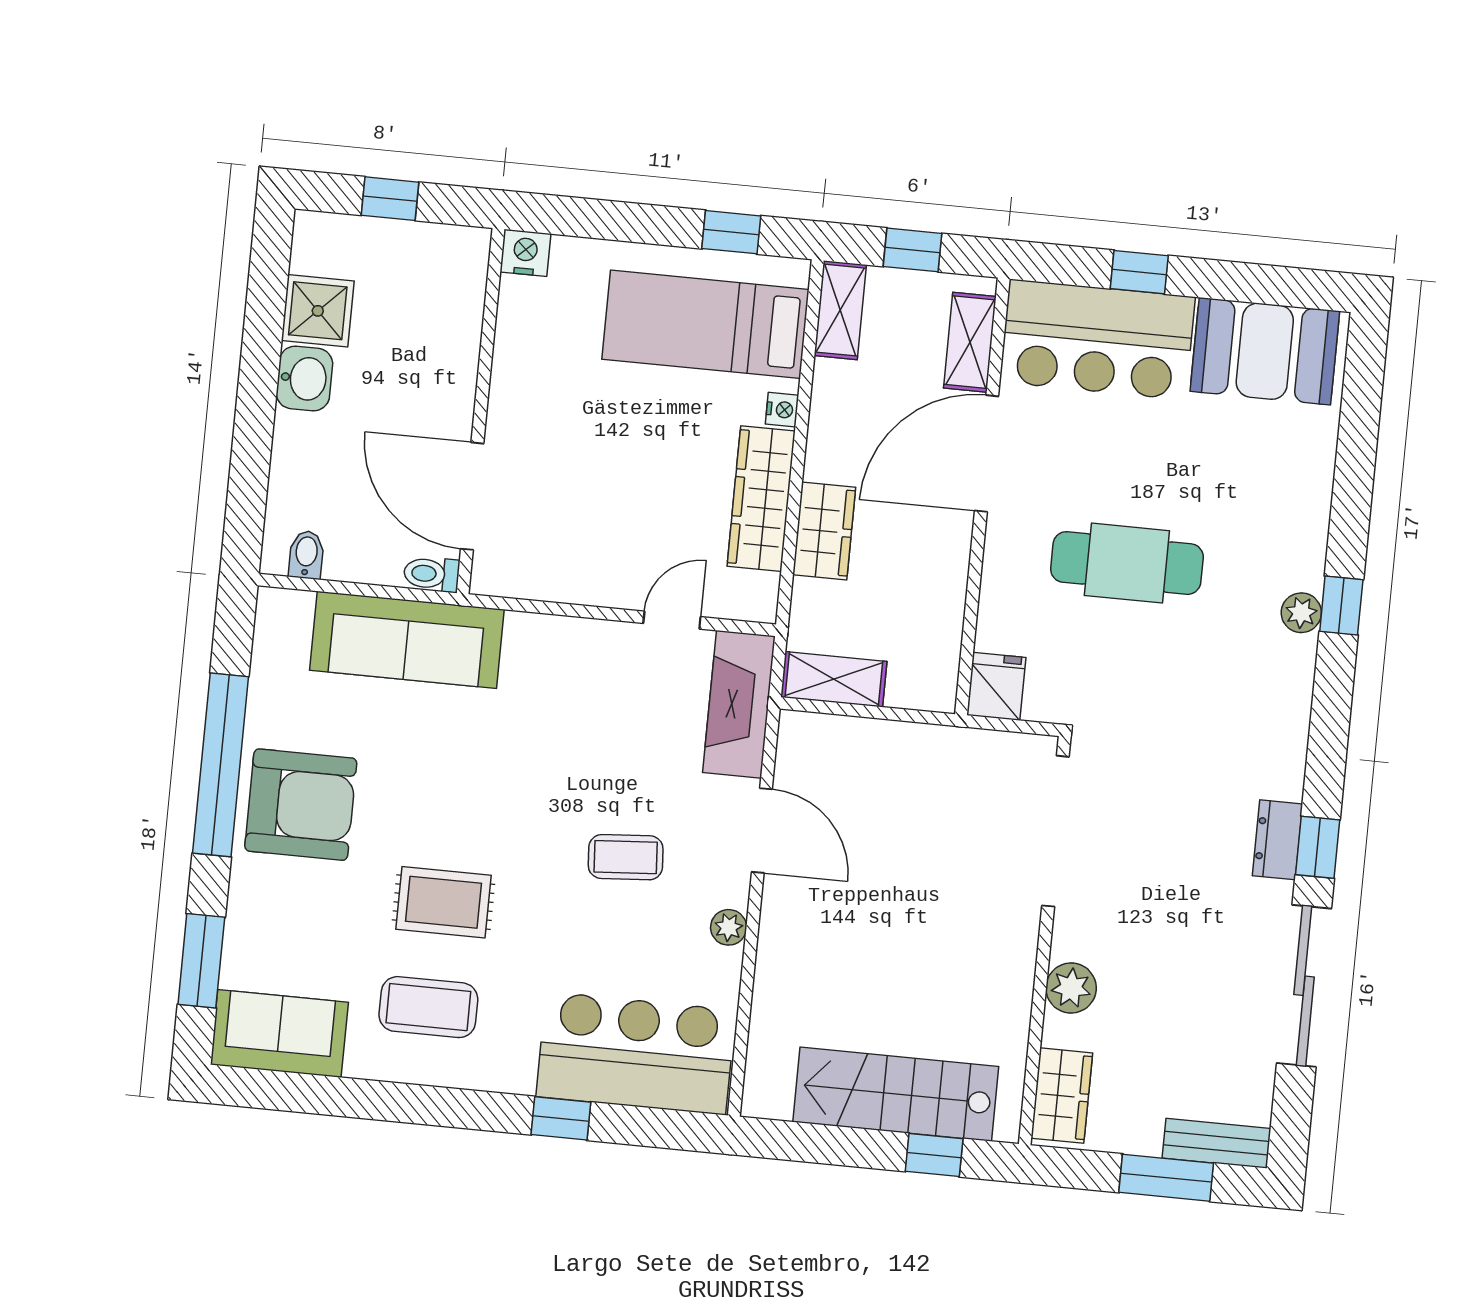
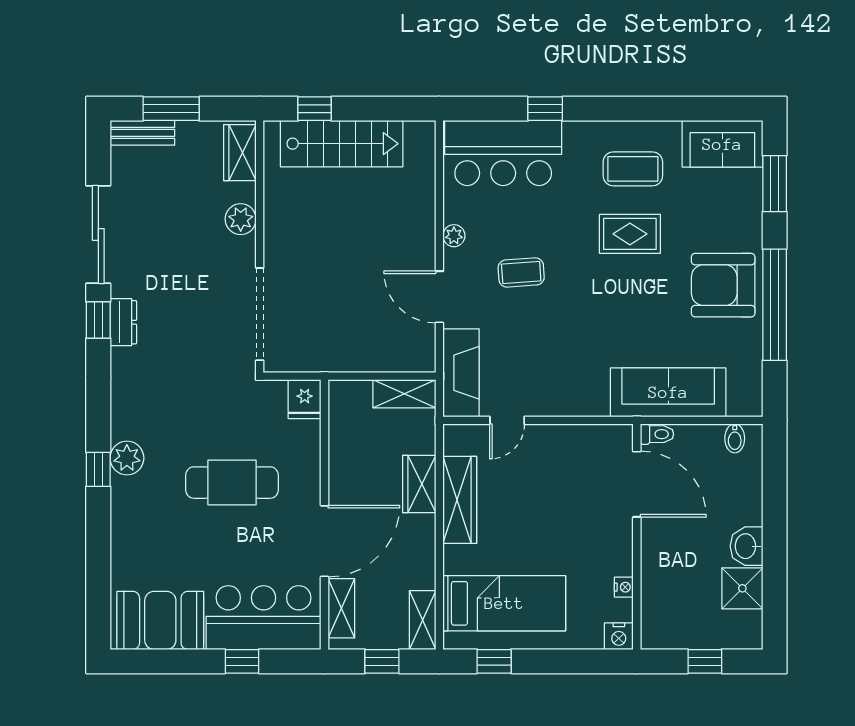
nightstand: (782, 410) -> (624, 587), moved, turned 180
plant: (1301, 613) -> (127, 458), width x1.38, depth x1.38

